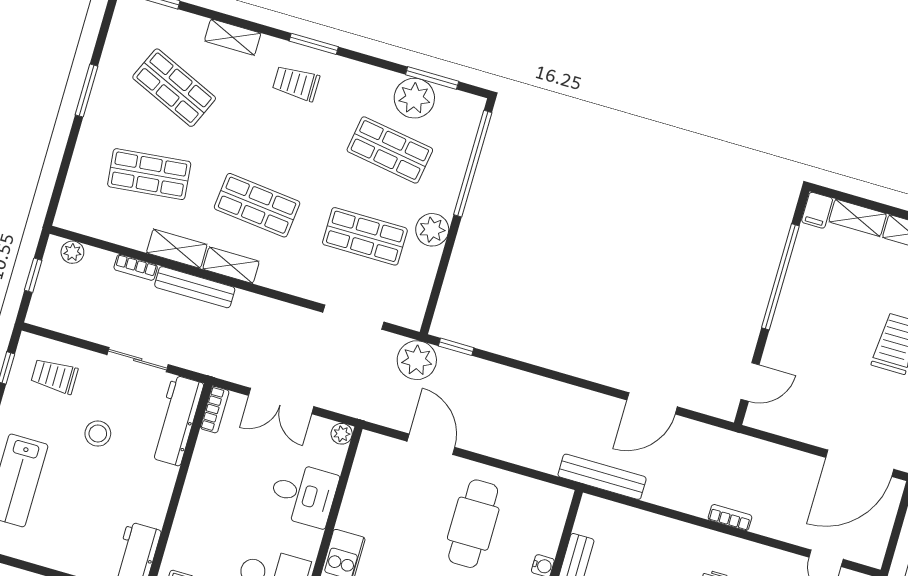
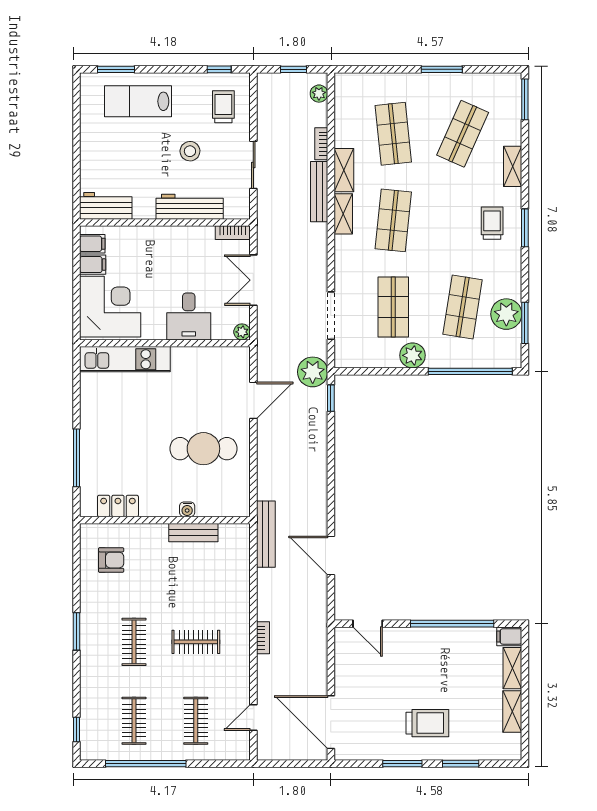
workbench: (177, 420) -> (190, 207), moved

